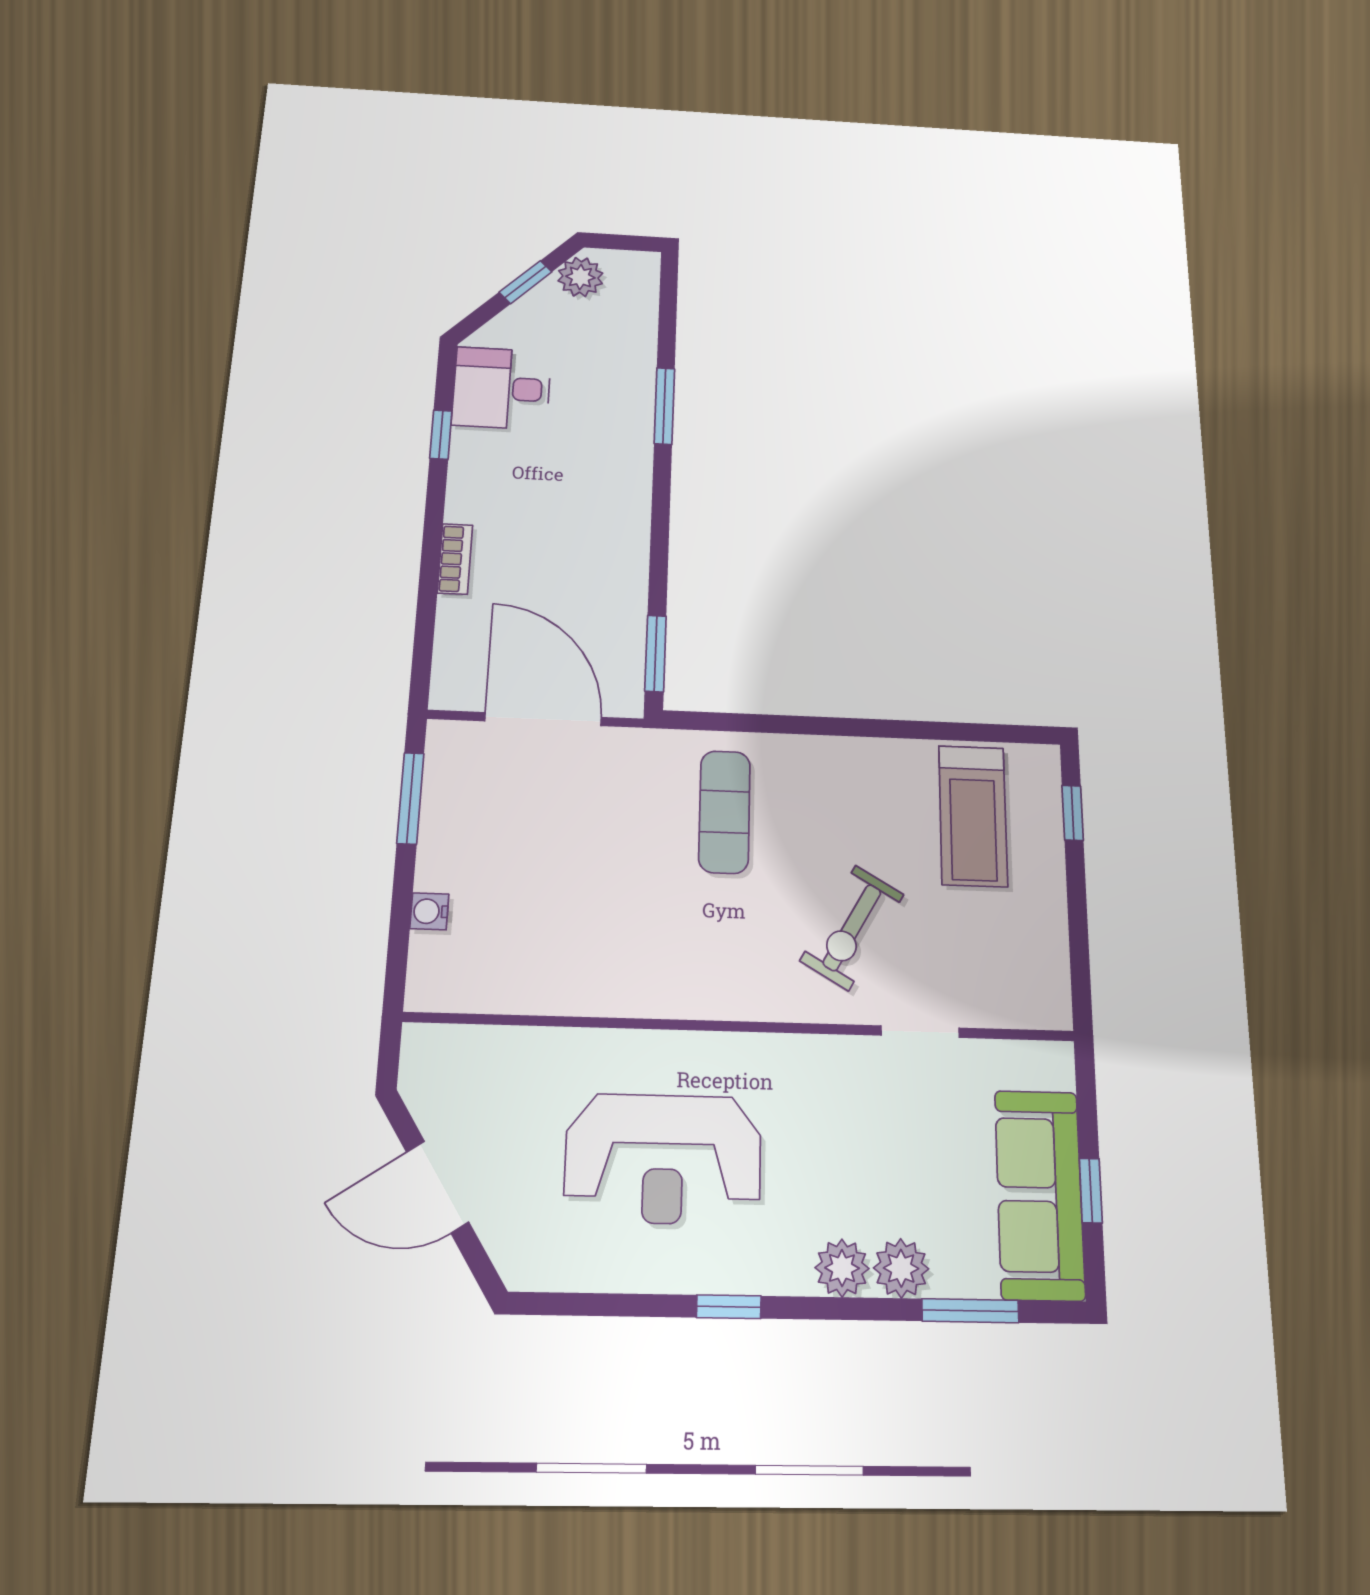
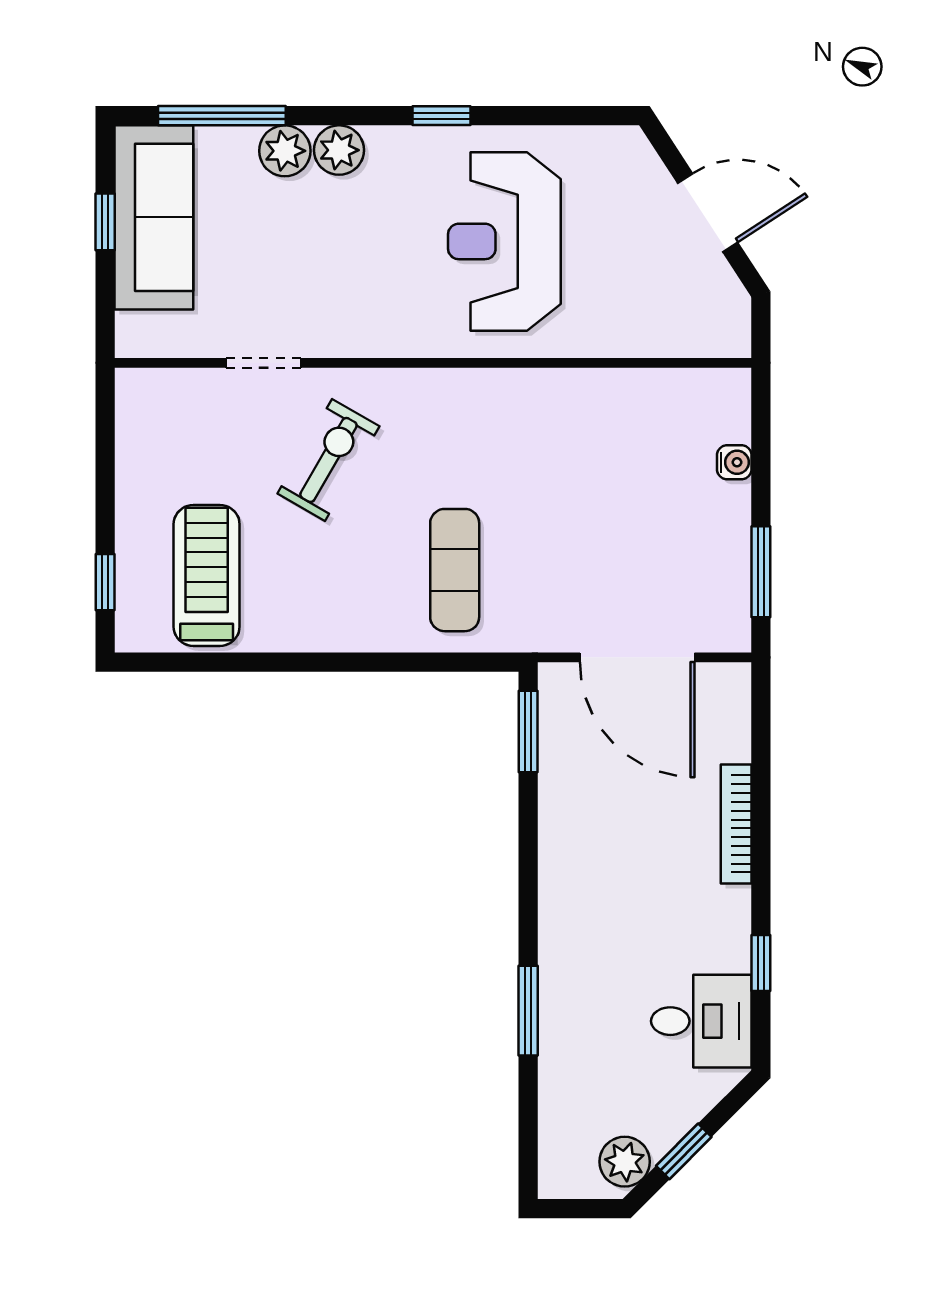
bookcase: (455, 559) -> (736, 824), width x1.56
reception desk: (663, 1159) -> (504, 241), turned -90
window: (970, 1311) -> (222, 116), width x1.44

